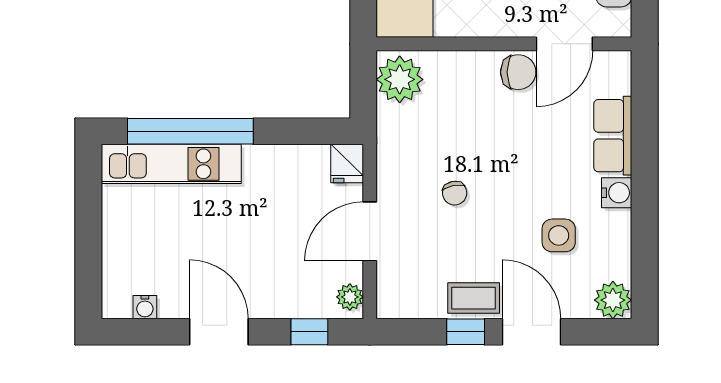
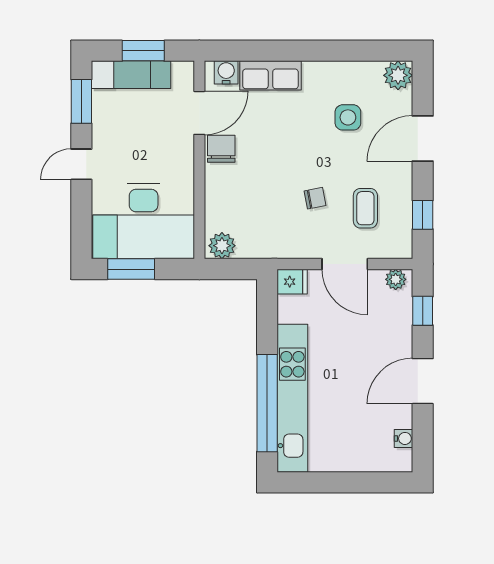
door: (564, 44) -> (199, 113), hinge flipped
plant: (400, 79) -> (222, 246), width x0.73, depth x0.73
kitchen unit: (171, 164) -> (292, 398), width x1.36
water cooler: (617, 193) -> (226, 72), moved
coffee table: (474, 298) -> (365, 208), moved
window: (466, 332) -> (423, 215), moved

